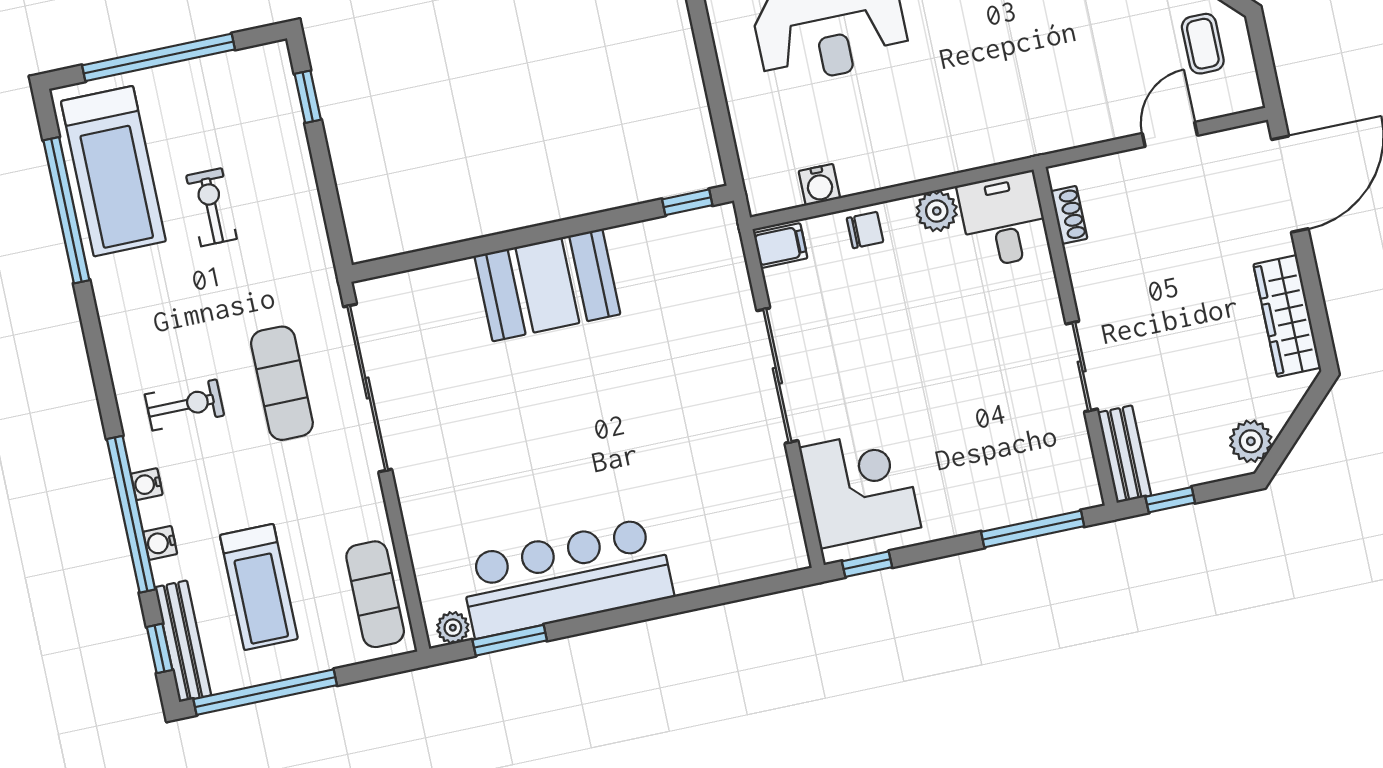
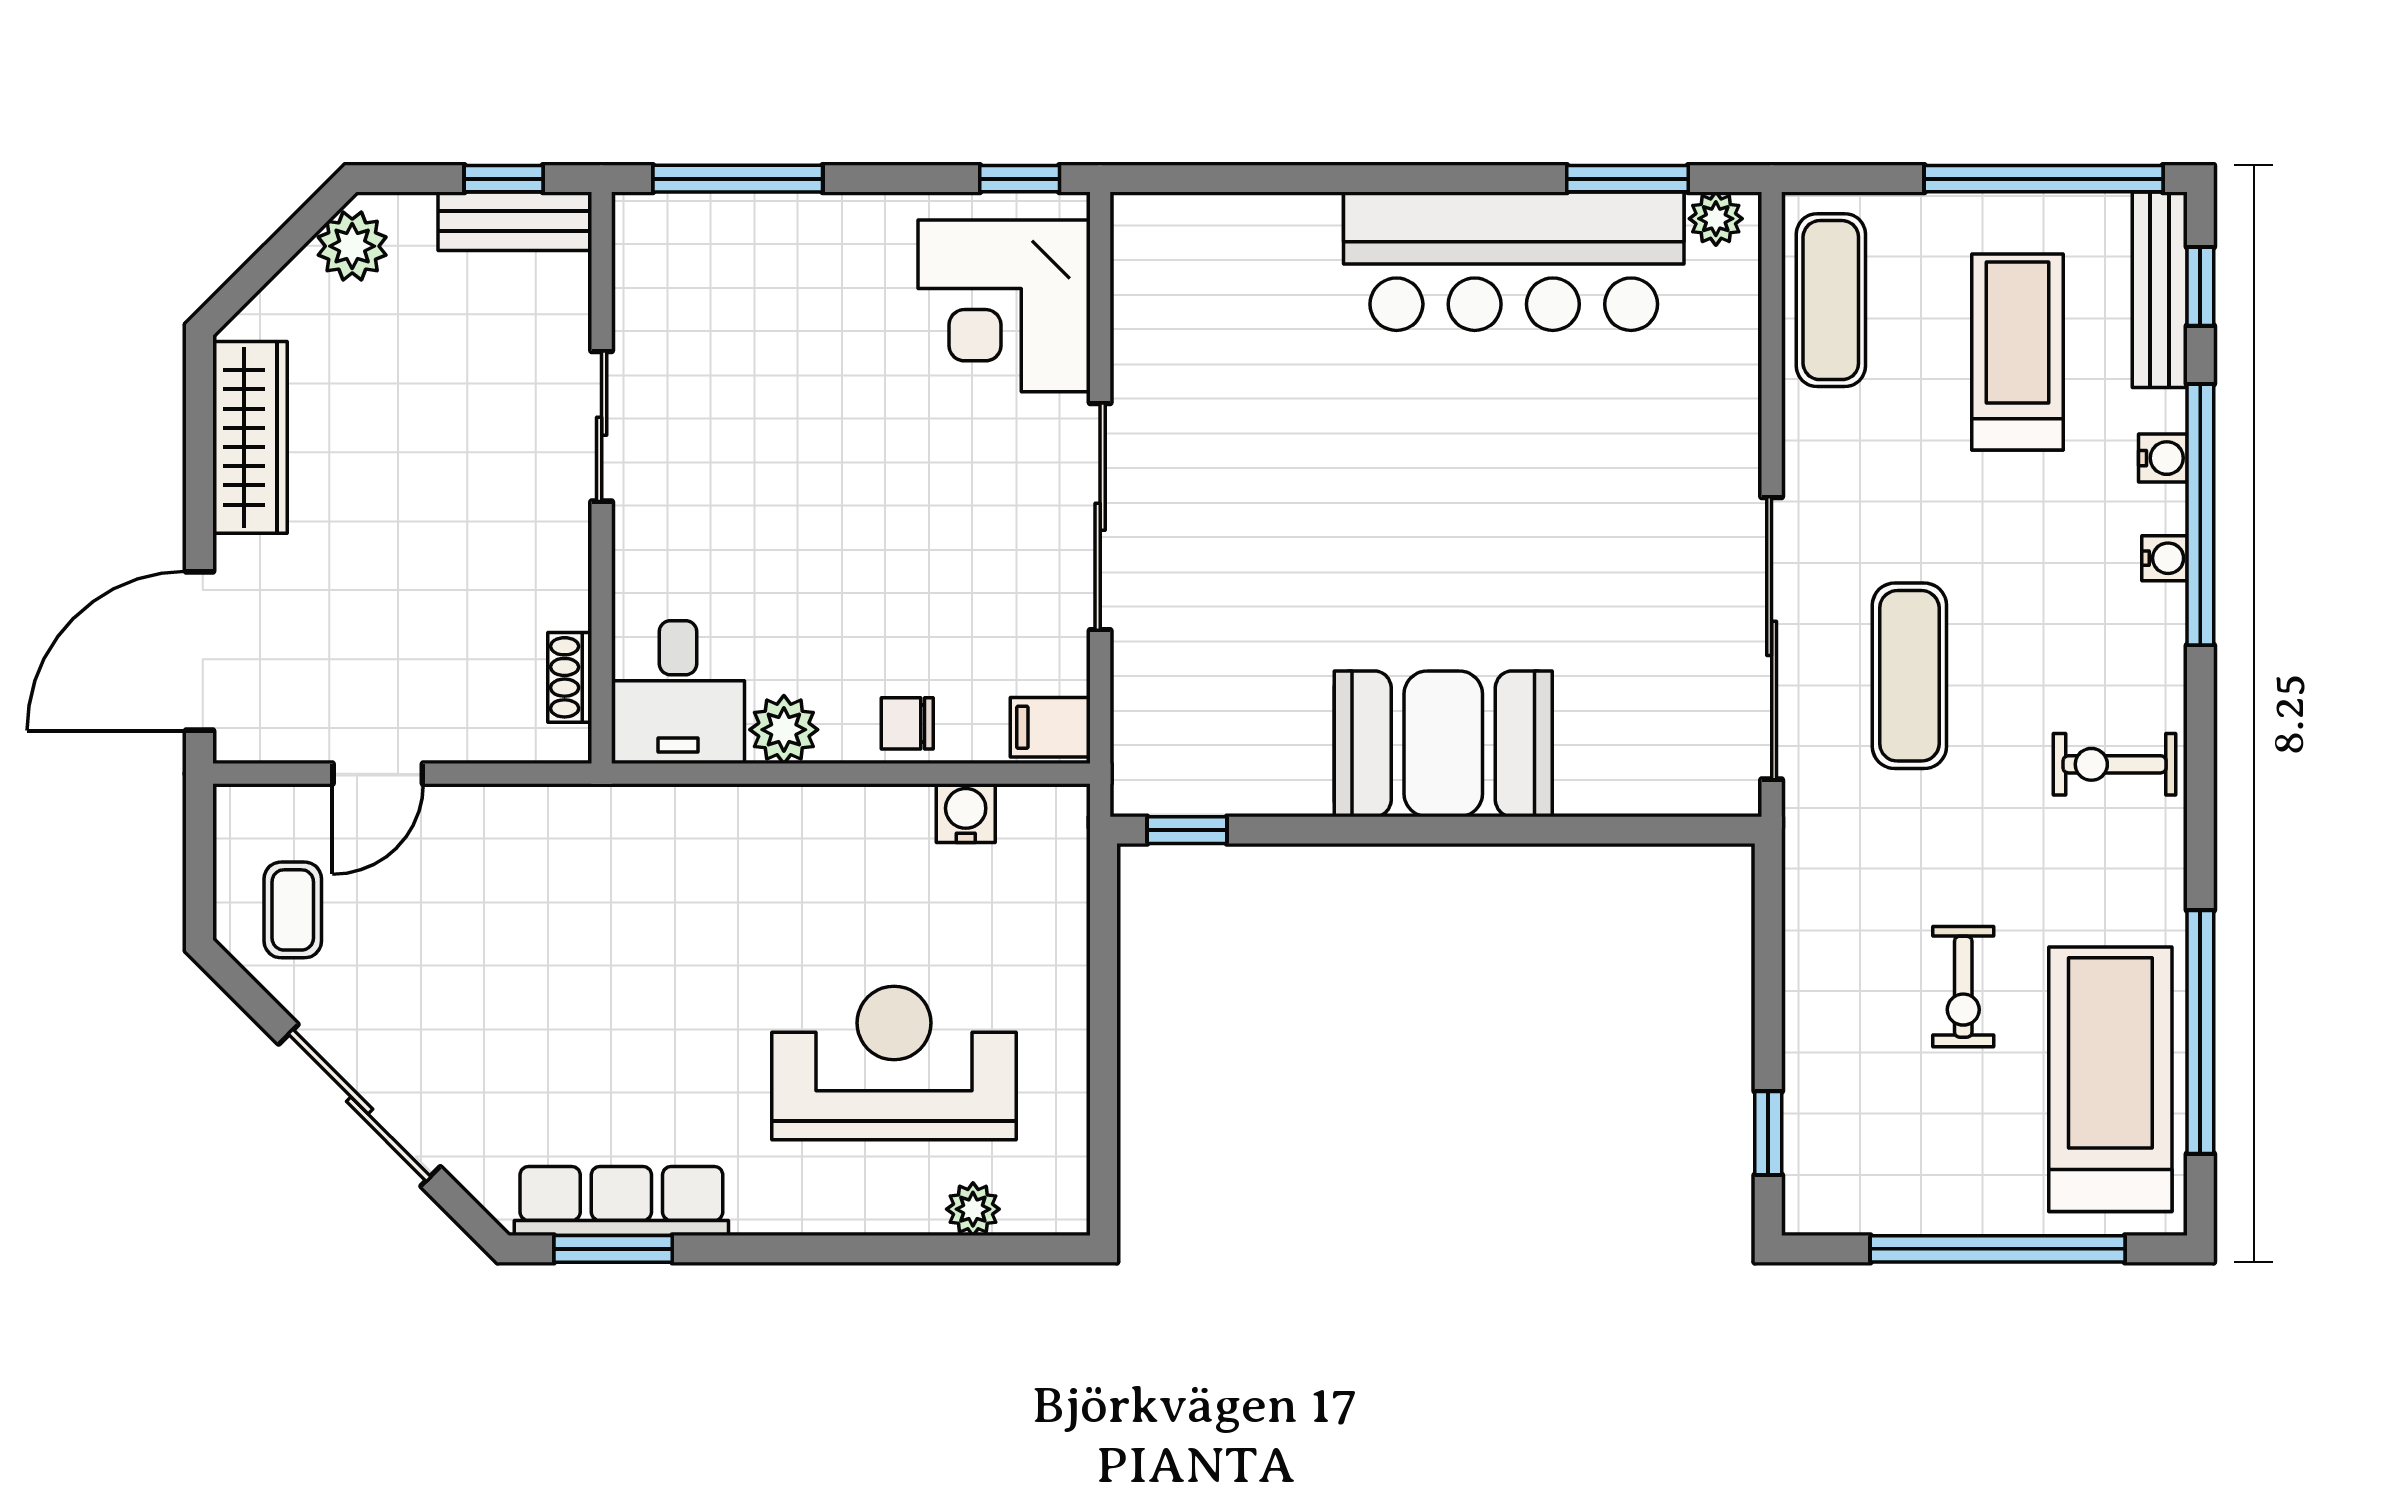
exercise bike: (184, 405) -> (2115, 764), moved
bench: (1124, 454) -> (515, 221), moved, turned 90

